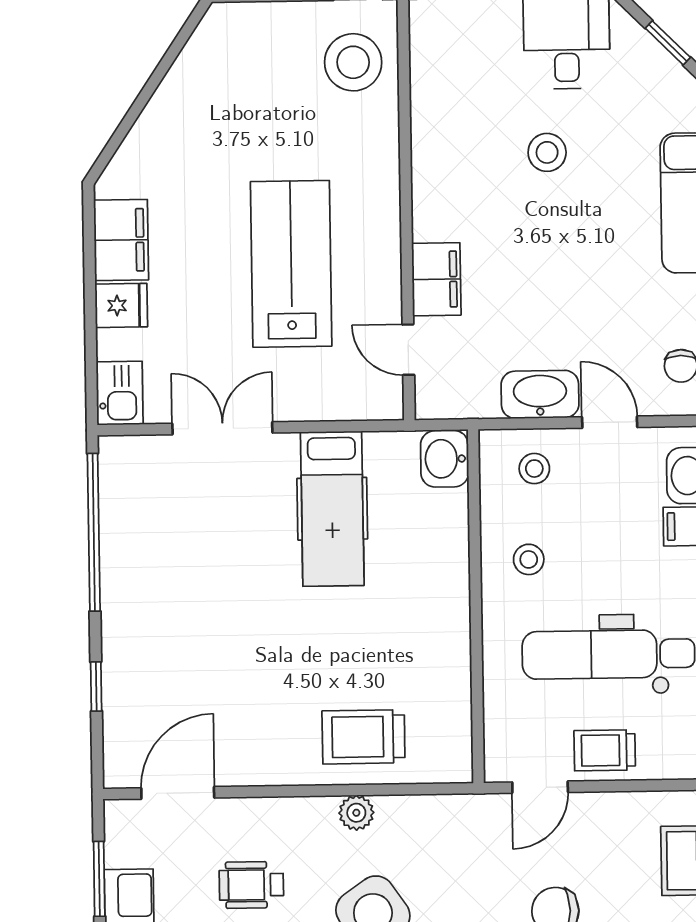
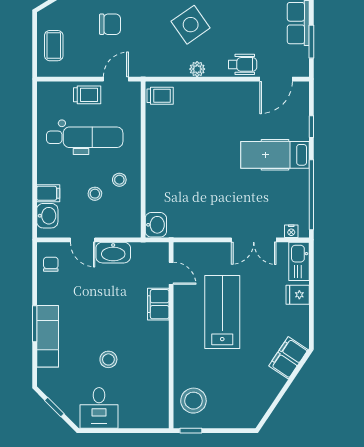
filing cabinet: (121, 240) -> (288, 358), moved, turned 34
lab bench: (291, 264) -> (222, 312), turned 180
kitchen sink: (120, 393) -> (299, 261), width x1.38
nightstand: (138, 449) -> (291, 231), added
stool: (534, 469) -> (95, 194), moved
hospital bed: (332, 509) -> (275, 155), moved, turned -90
trolley: (364, 737) -> (160, 96), moved, width x0.73, depth x0.72
wheelchair: (251, 885) -> (243, 64), moved

